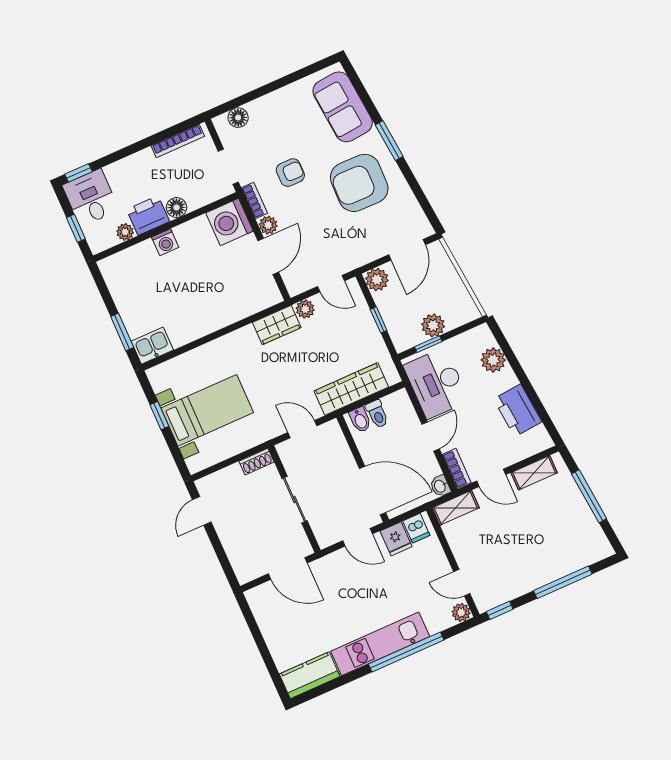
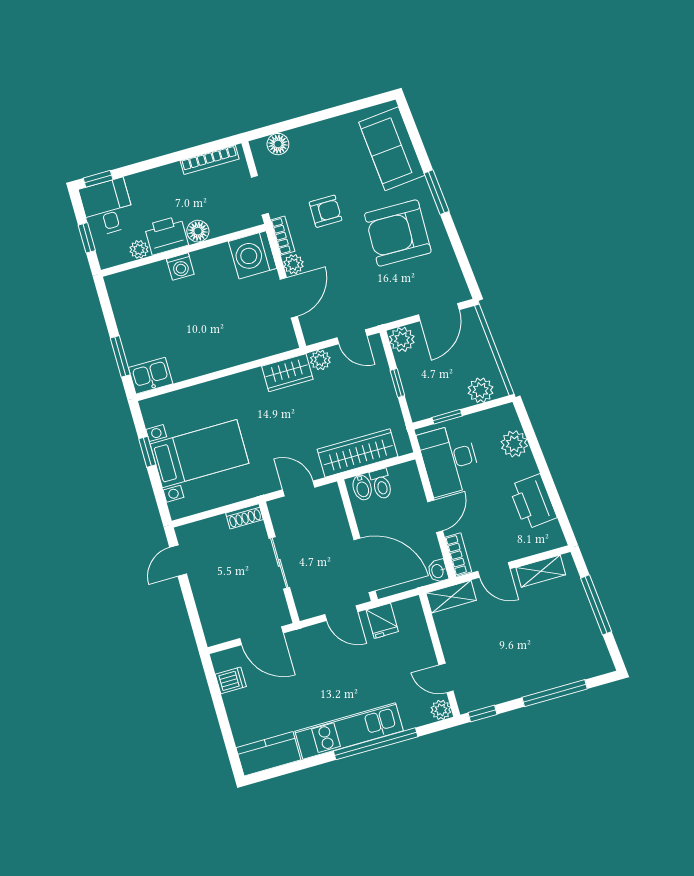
plant: (433, 325) -> (481, 390), moved
dishwasher: (416, 528) -> (231, 680), moved, turned -90

